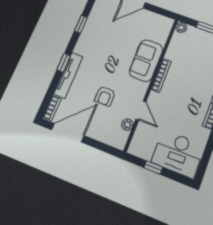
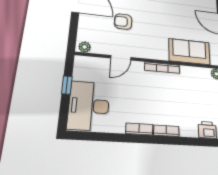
sofa: (146, 60) -> (189, 52), moved
plant: (127, 125) -> (85, 47), moved

